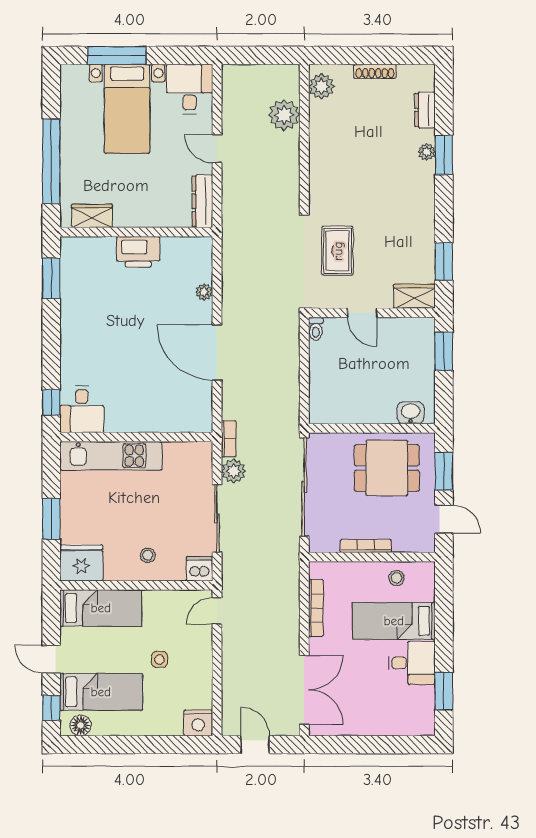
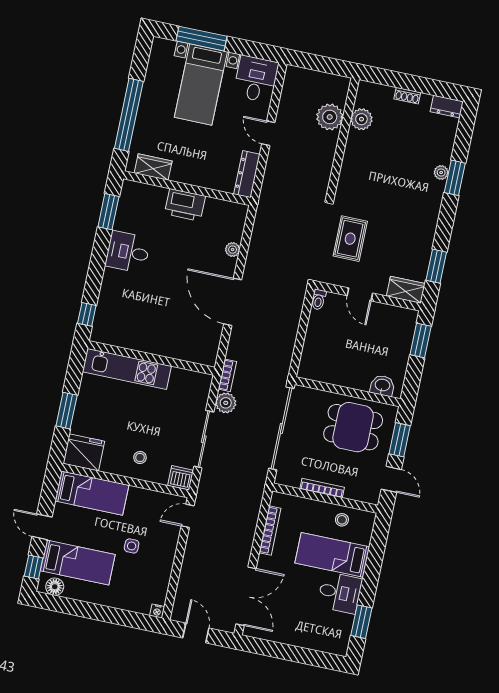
shoe rack: (375, 71) -> (407, 96), width x0.70
plant: (321, 86) -> (361, 119), moved
dresser: (425, 110) -> (447, 107), moved, turned -90
desk: (82, 409) -> (128, 252), moved, turned 90
nightstand: (198, 723) -> (157, 611), width x0.53, depth x0.56

